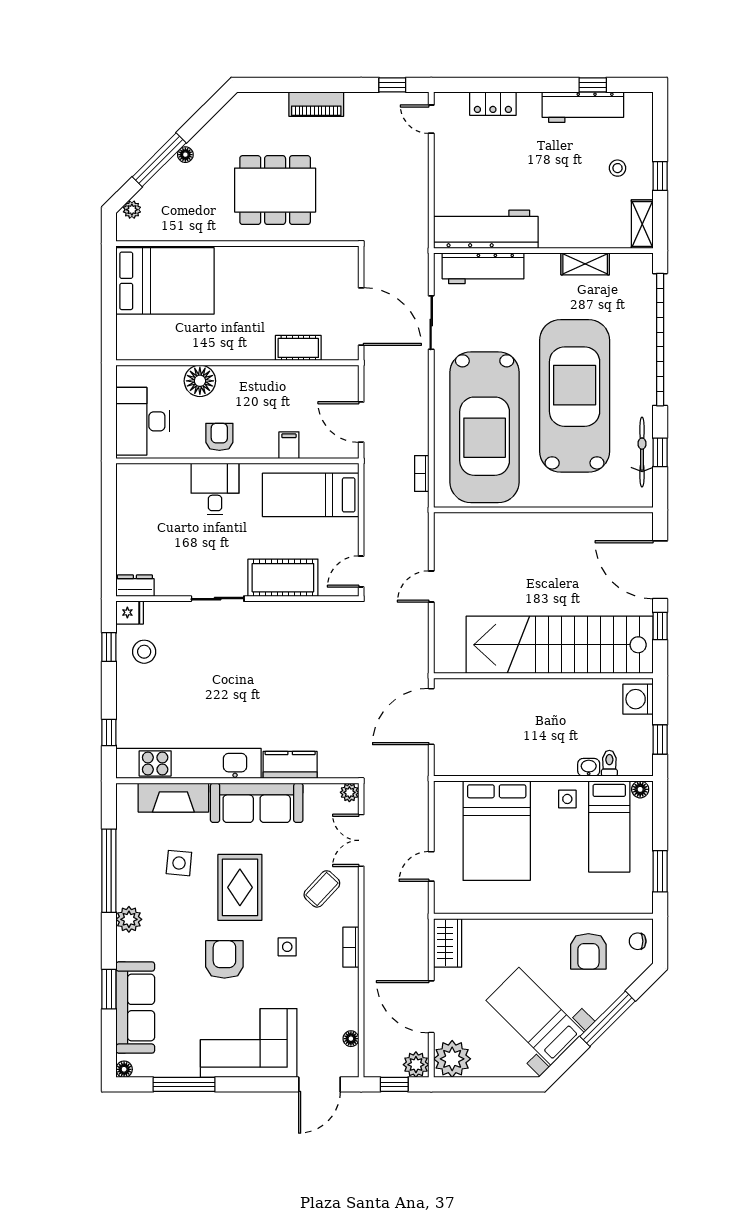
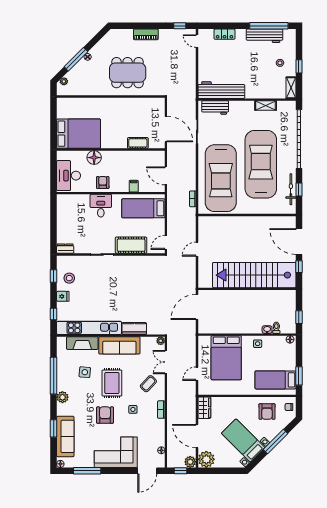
window: (593, 85) -> (269, 26), width x3.17
workbench: (483, 268) -> (215, 107), width x0.73
bed: (165, 281) -> (79, 134), moved
fridge: (130, 612) -> (63, 296), moved
washing machine: (638, 699) -> (289, 299), removed
bed: (609, 826) -> (275, 380), moved, turned 90

